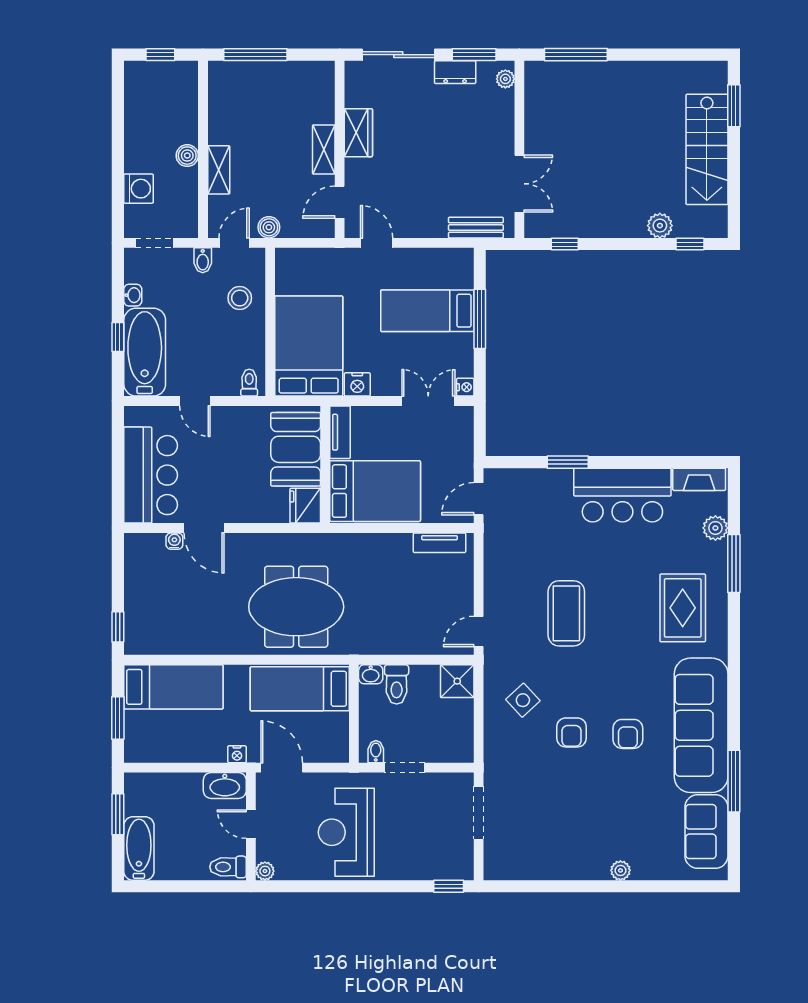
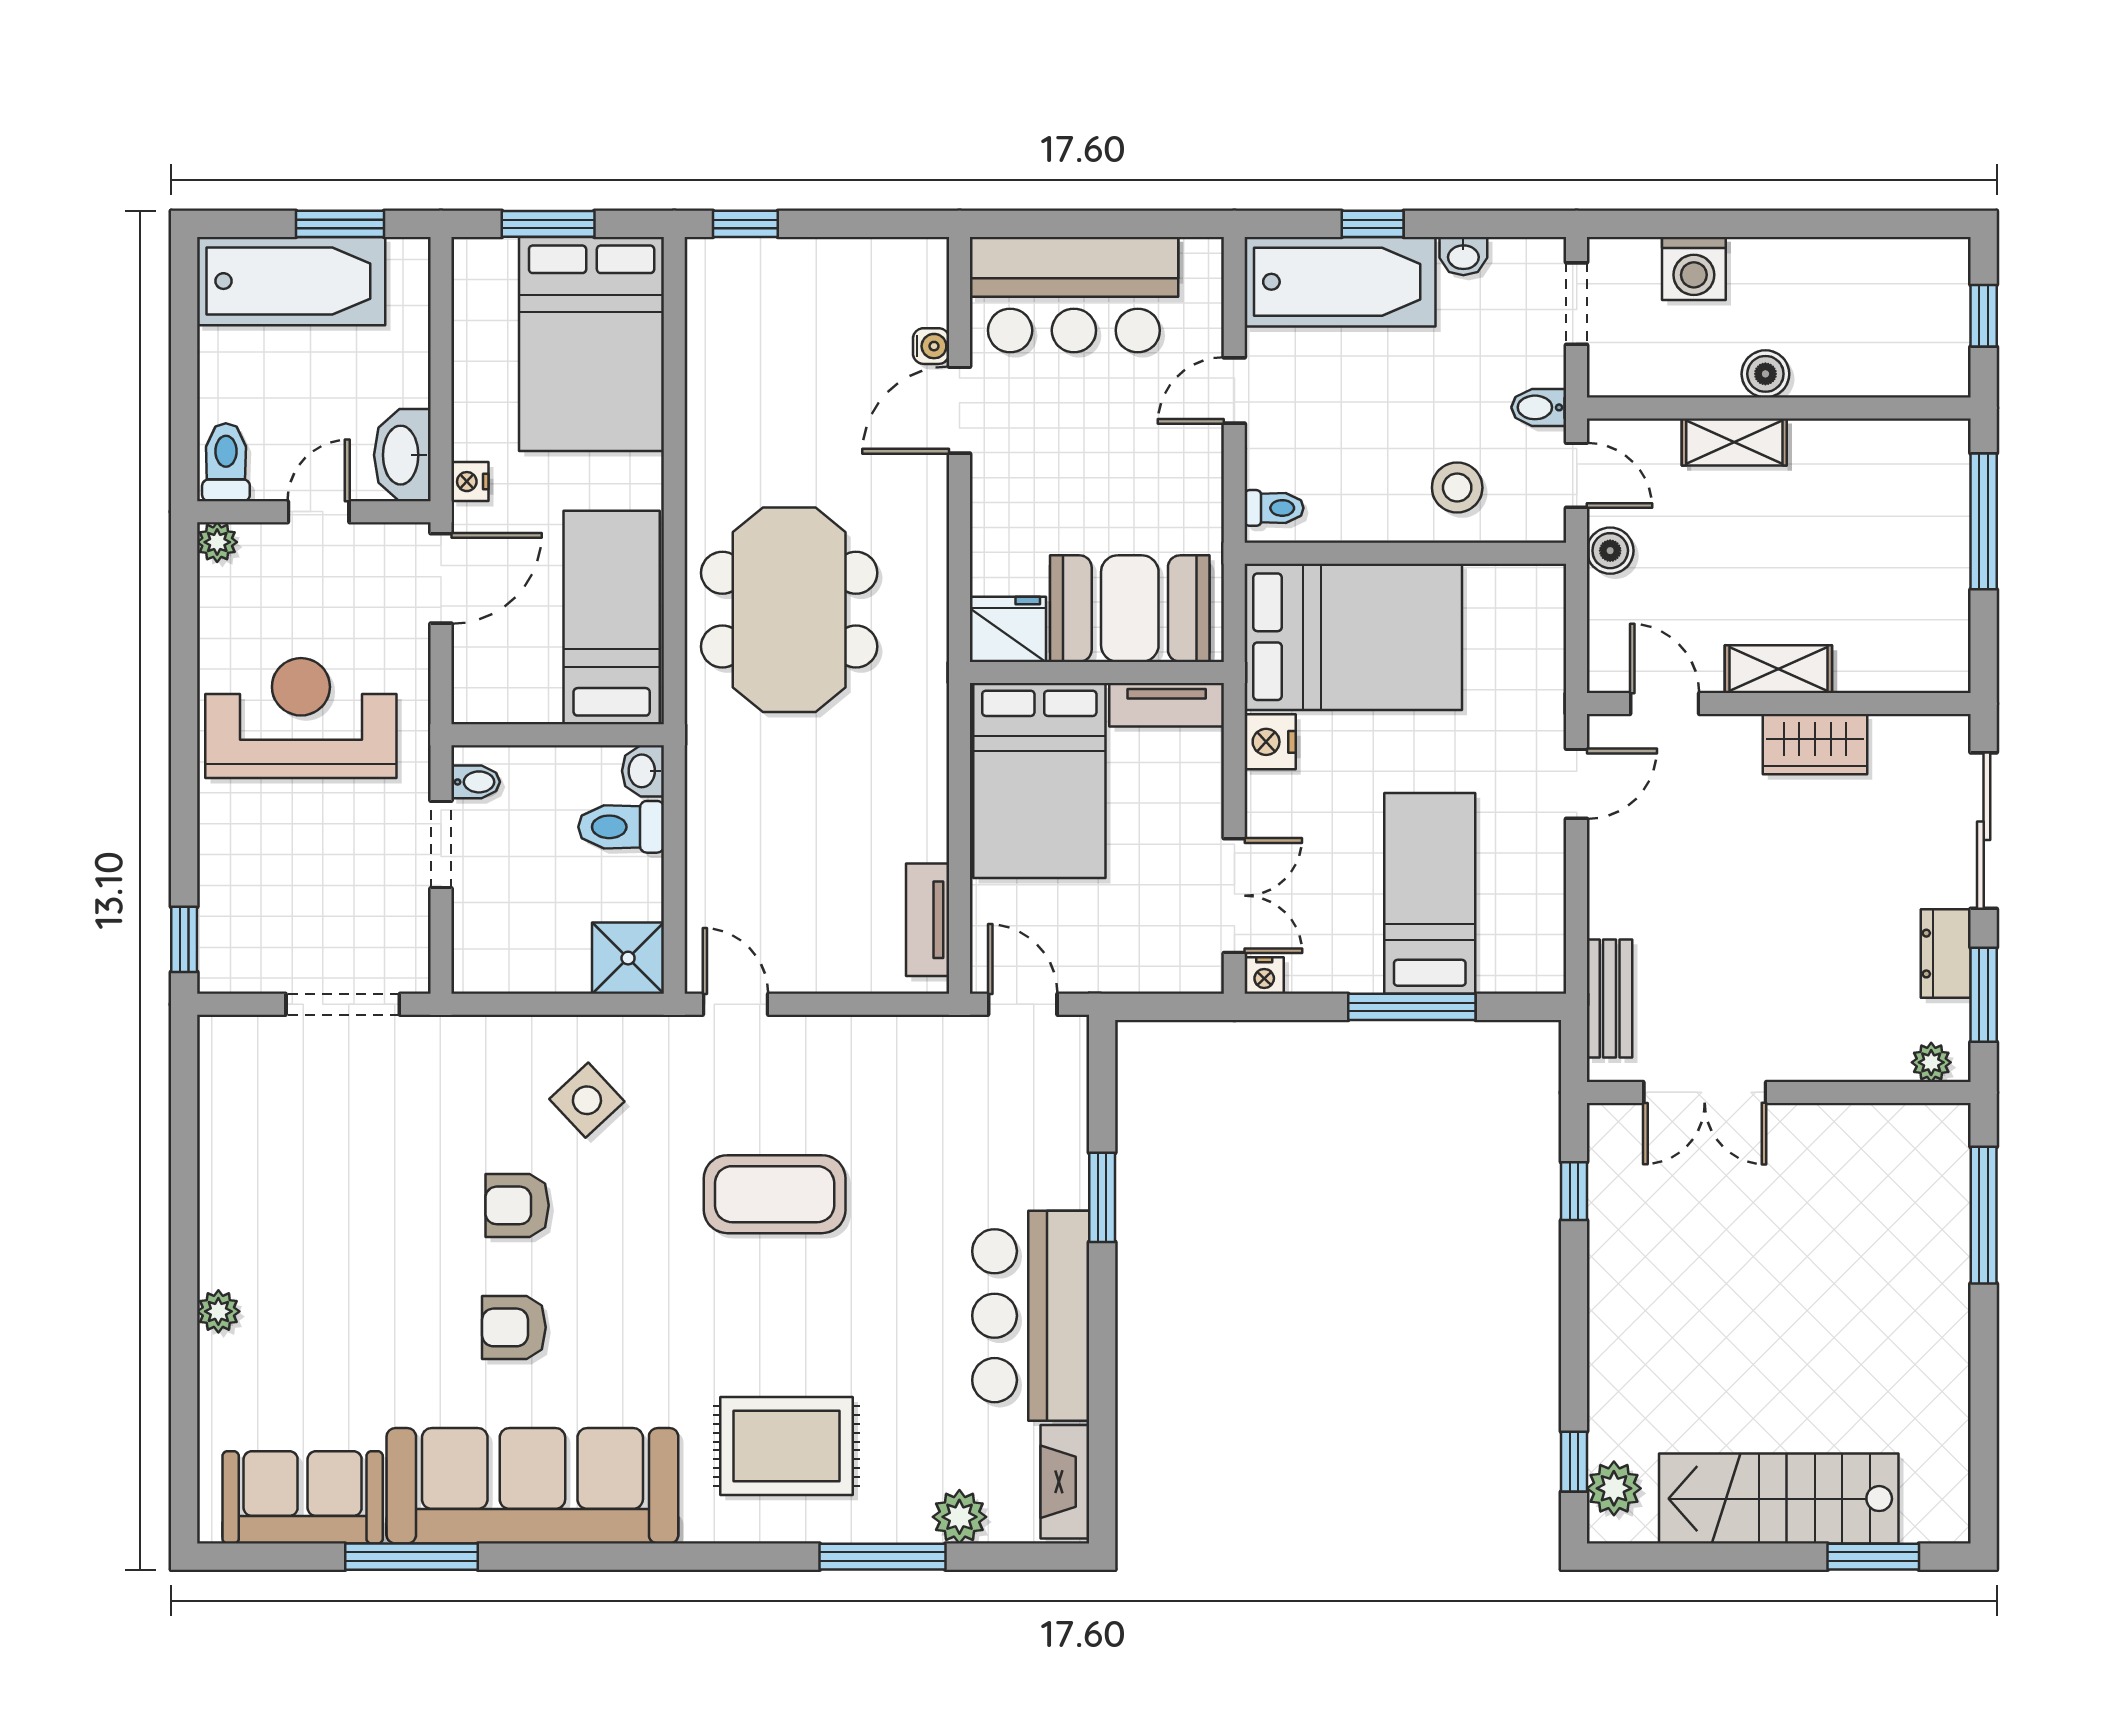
plant: (660, 226) -> (1614, 1488), moved
bed: (173, 687) -> (592, 344), width x1.50
bathtub: (139, 848) -> (291, 281), width x1.36, depth x1.36

